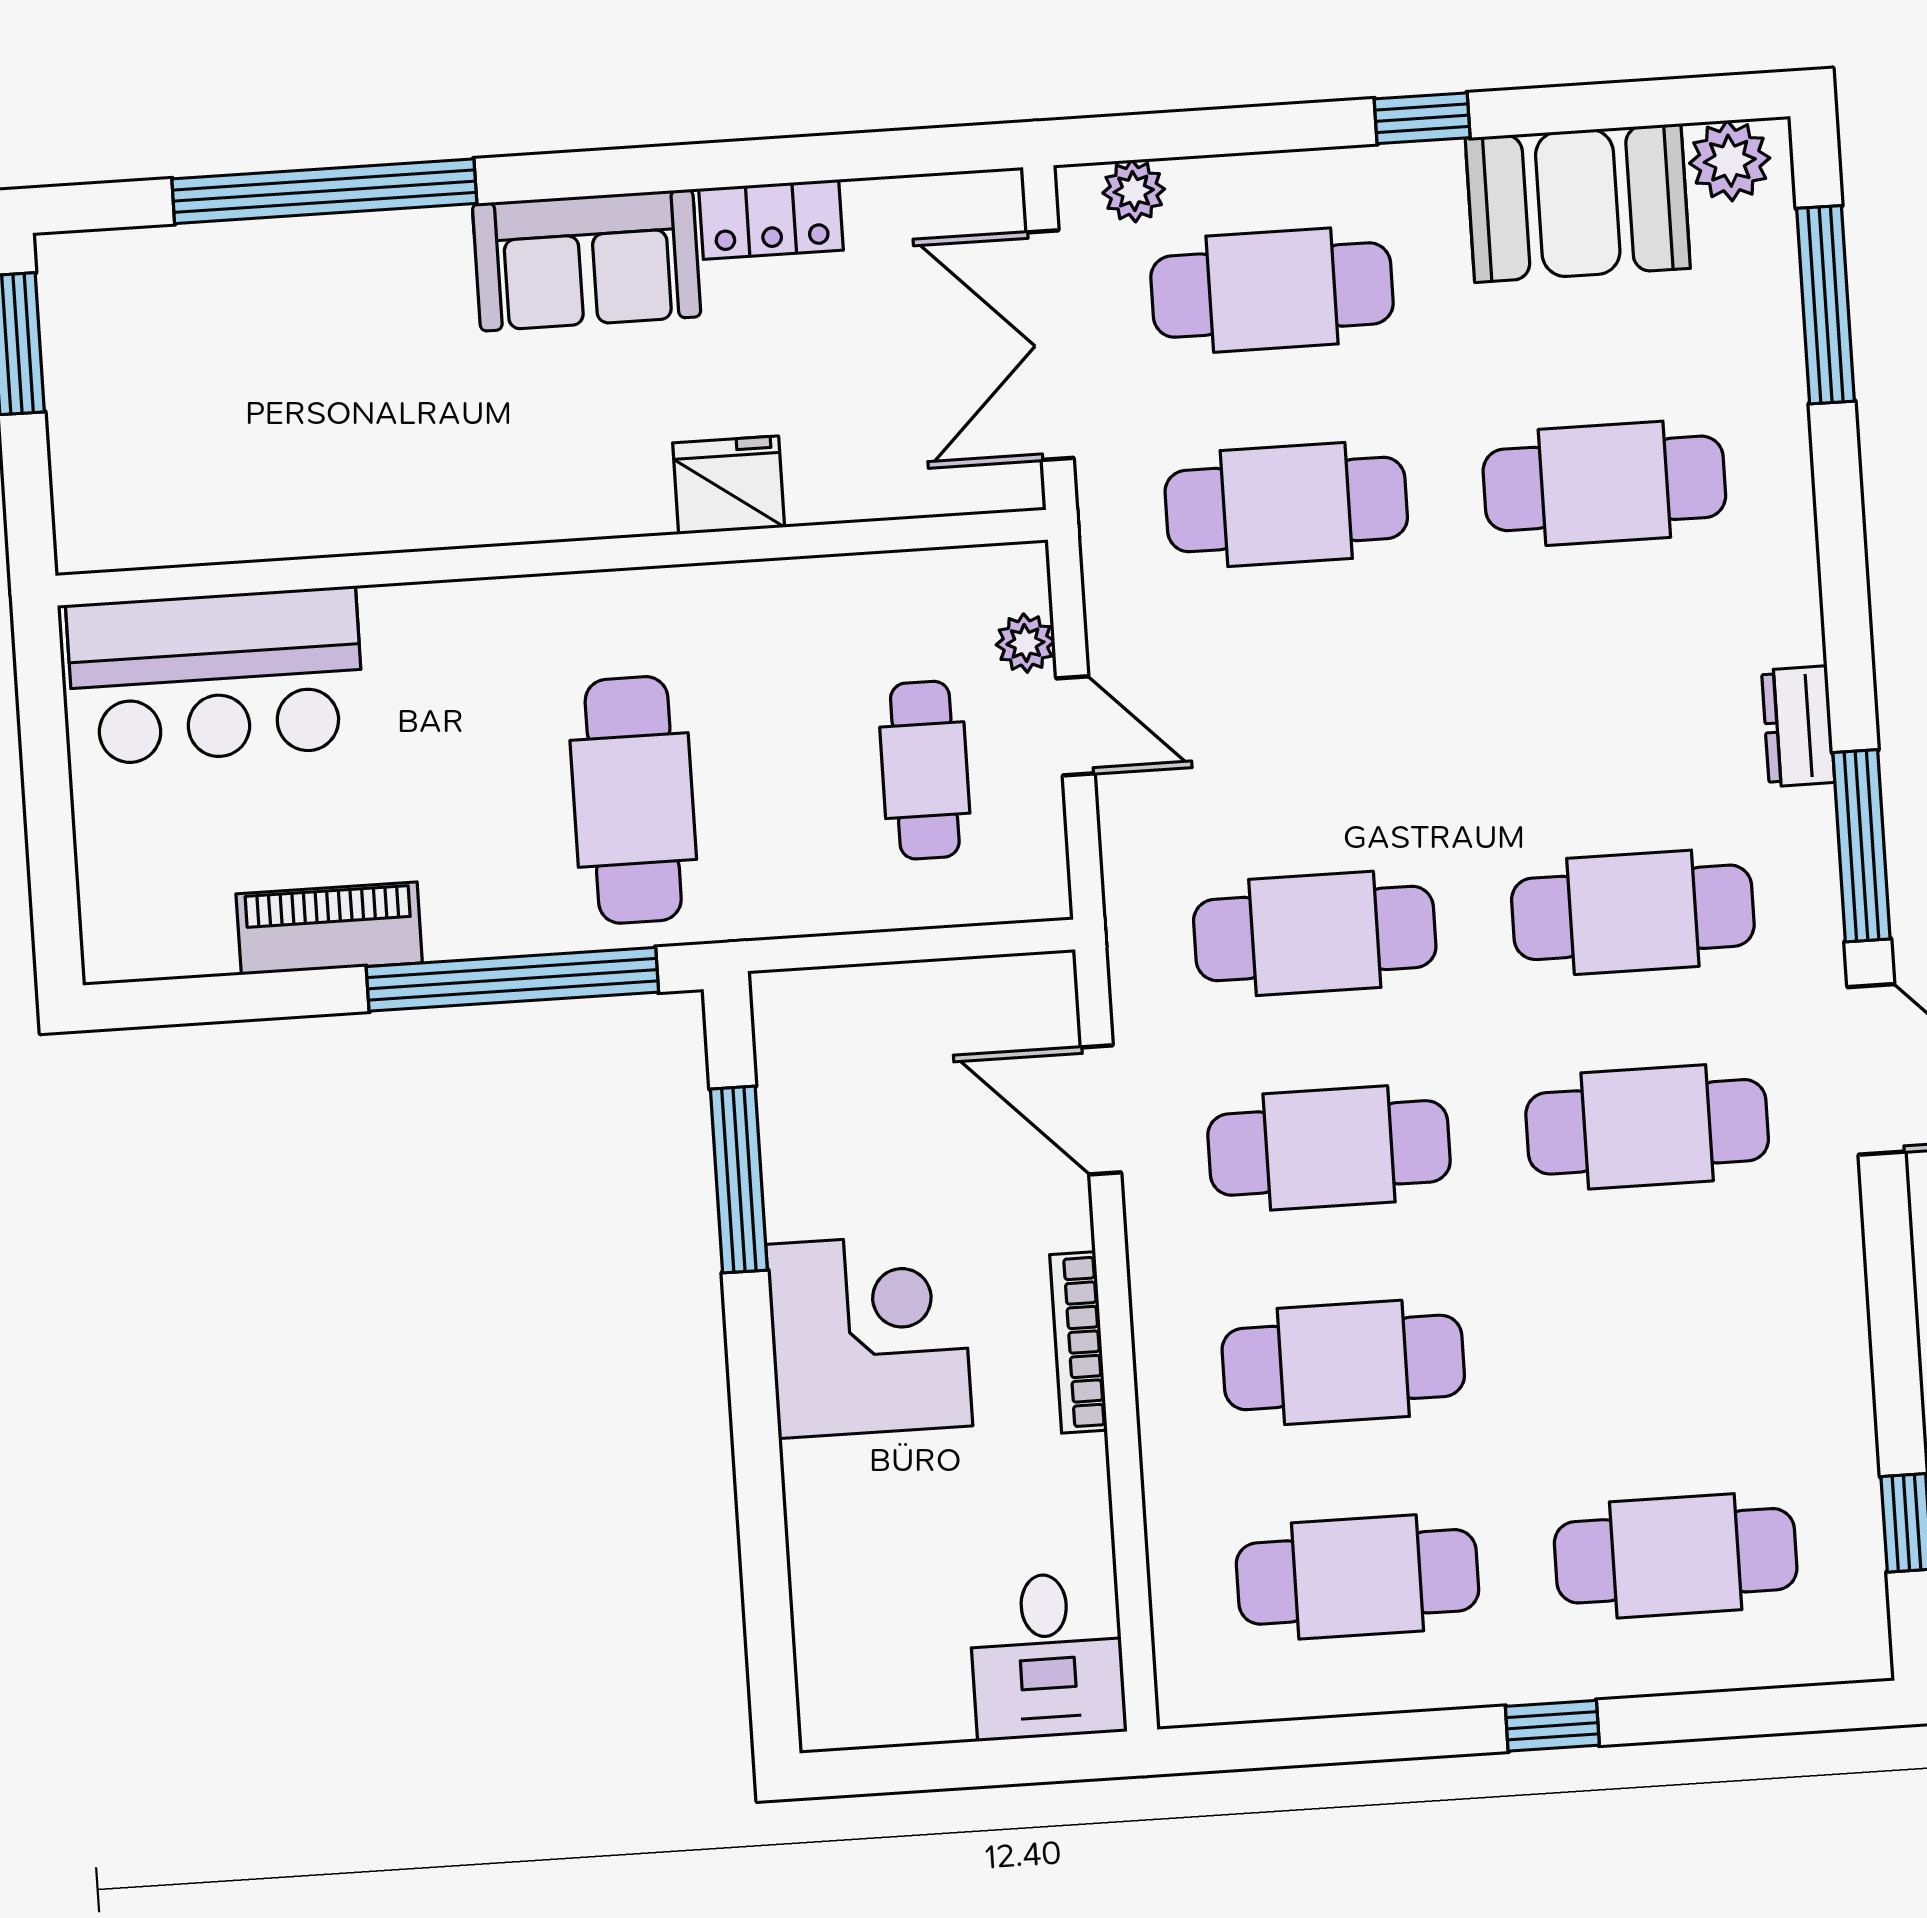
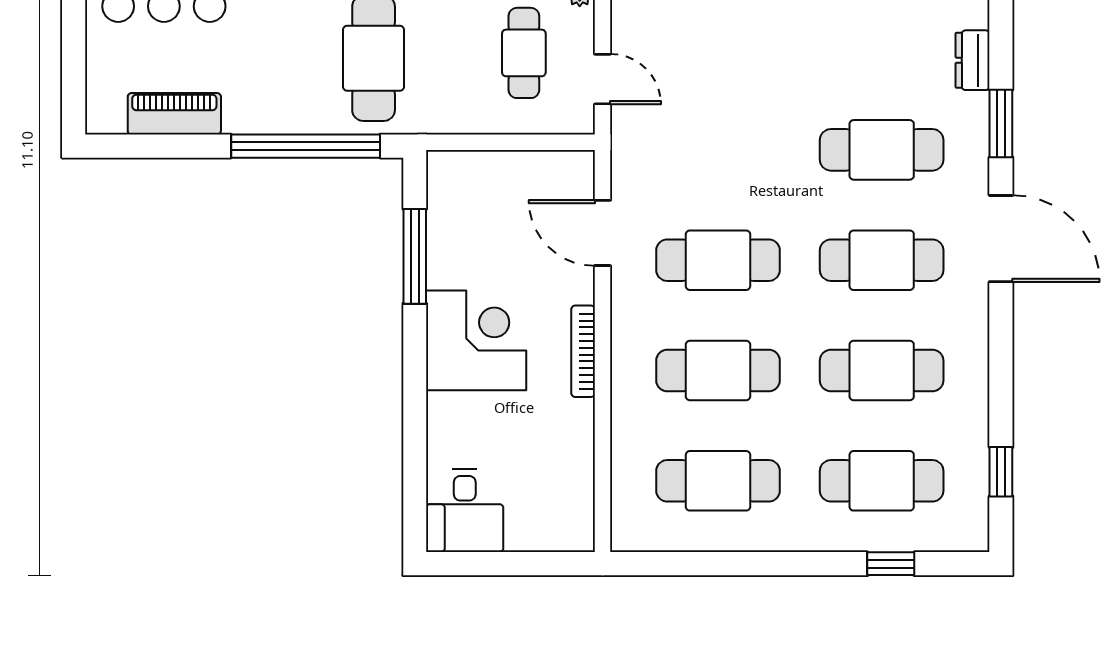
door: (1075, 726) -> (602, 79), moved
window: (1862, 846) -> (1001, 124), width x0.69
piano: (329, 928) -> (174, 114), moved
cafe table: (1315, 933) -> (882, 371), moved
desk: (1047, 1656) -> (465, 511), moved
window: (1552, 1726) -> (891, 564), moved

